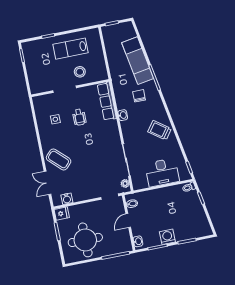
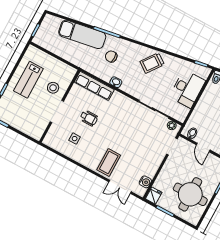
coffee table: (59, 159) -> (109, 162), turned -44

